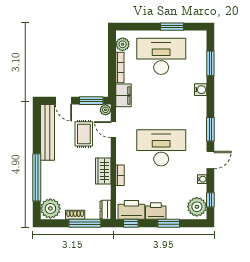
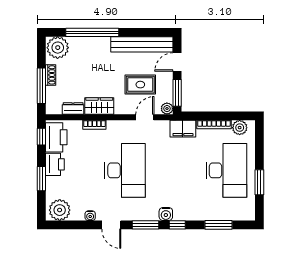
water cooler: (201, 90) -> (166, 214), moved
window: (210, 200) -> (177, 225), moved
dresser: (105, 210) -> (73, 109), moved

